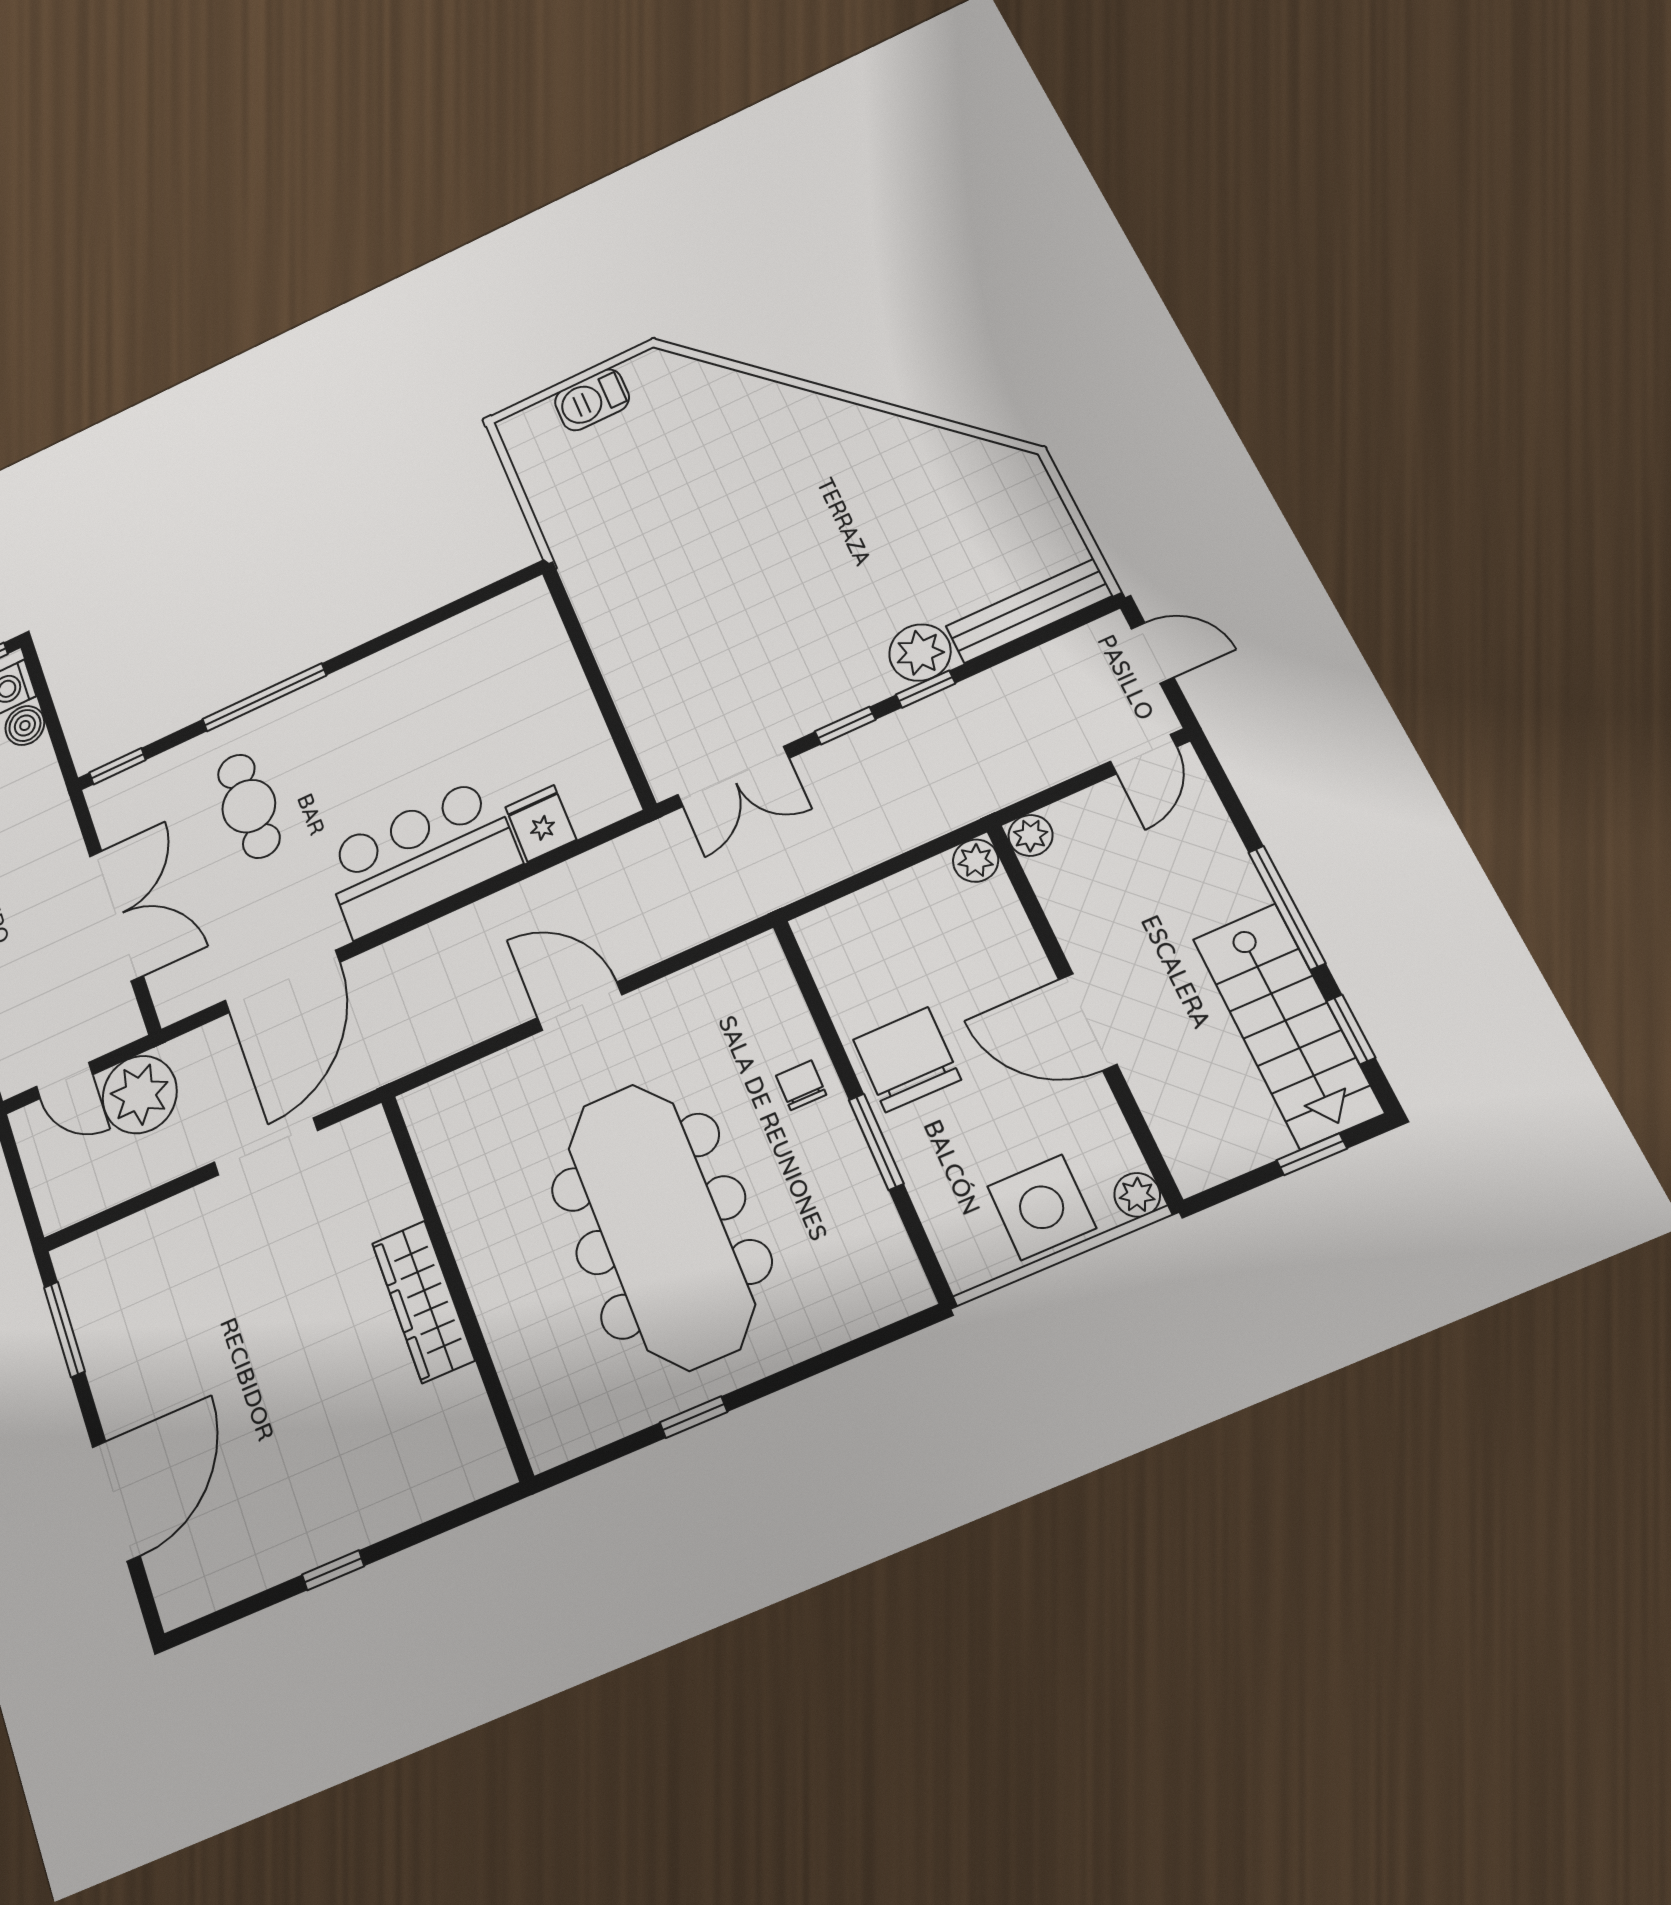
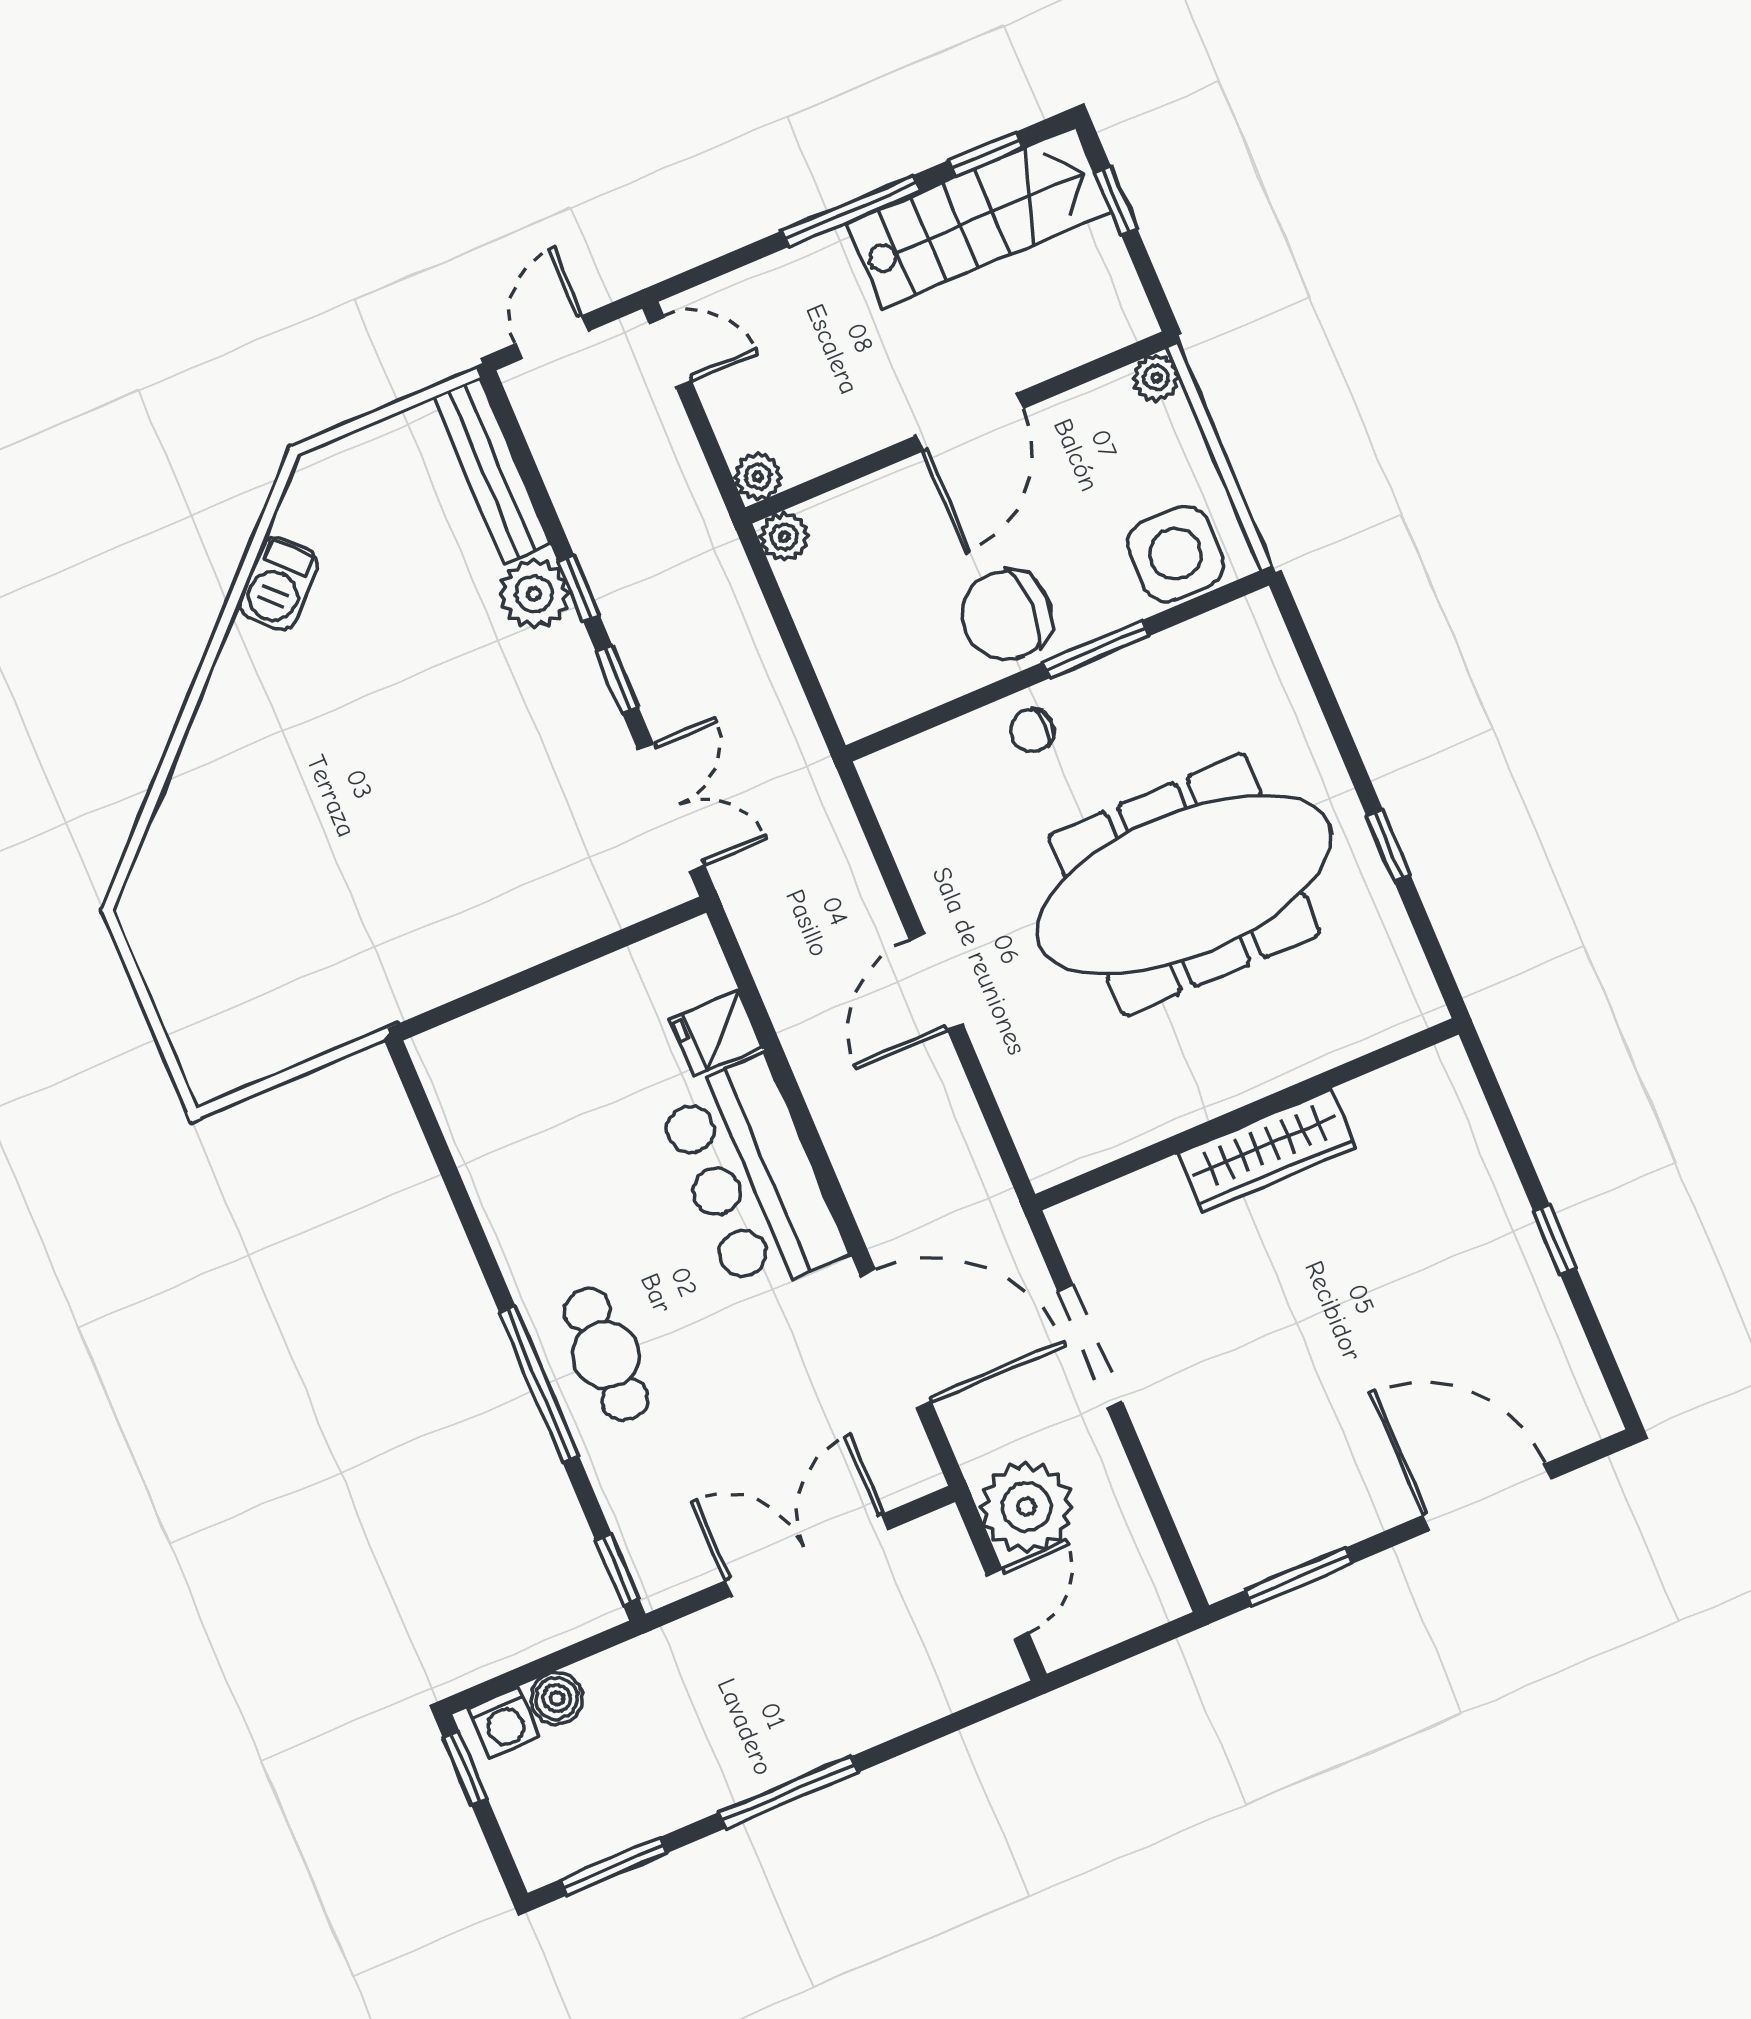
barbecue: (592, 400) -> (278, 583), moved, turned 45
cafe table: (249, 806) -> (606, 1355), moved, turned 90
side table: (1042, 1207) -> (1176, 554), moved

